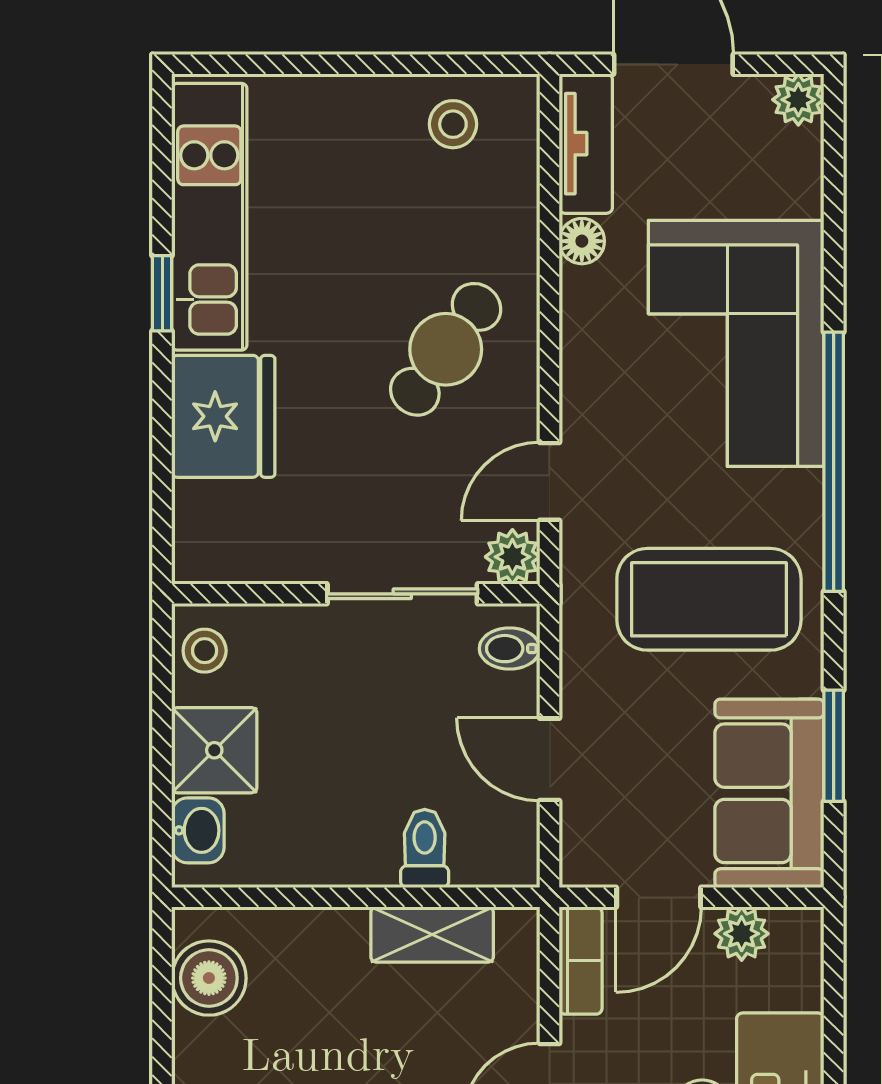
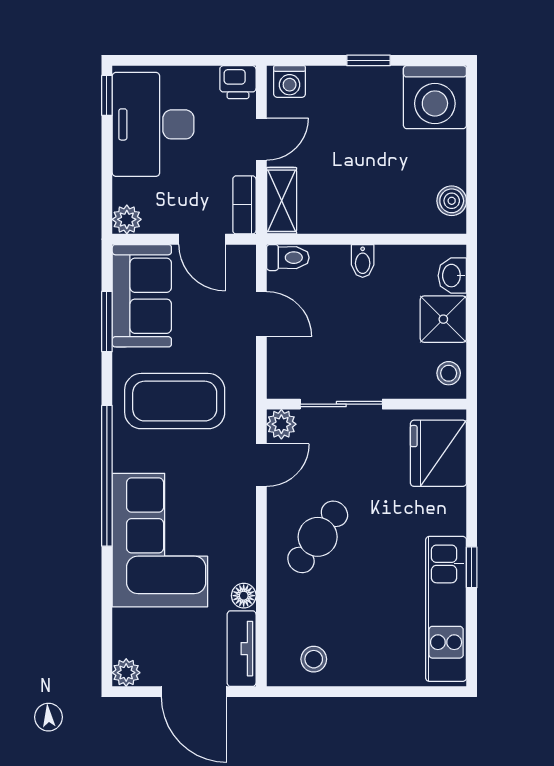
fridge: (223, 416) -> (438, 453), moved
bidet: (510, 649) -> (363, 261), moved, turned 90
toilet: (425, 848) -> (288, 258), moved, turned -90
door: (659, 897) -> (202, 239), swing flipped
plant: (742, 934) -> (127, 219), moved
shelving: (432, 935) -> (282, 201), moved, turned 90
boiler: (209, 978) -> (452, 201), width x0.73, depth x0.73

